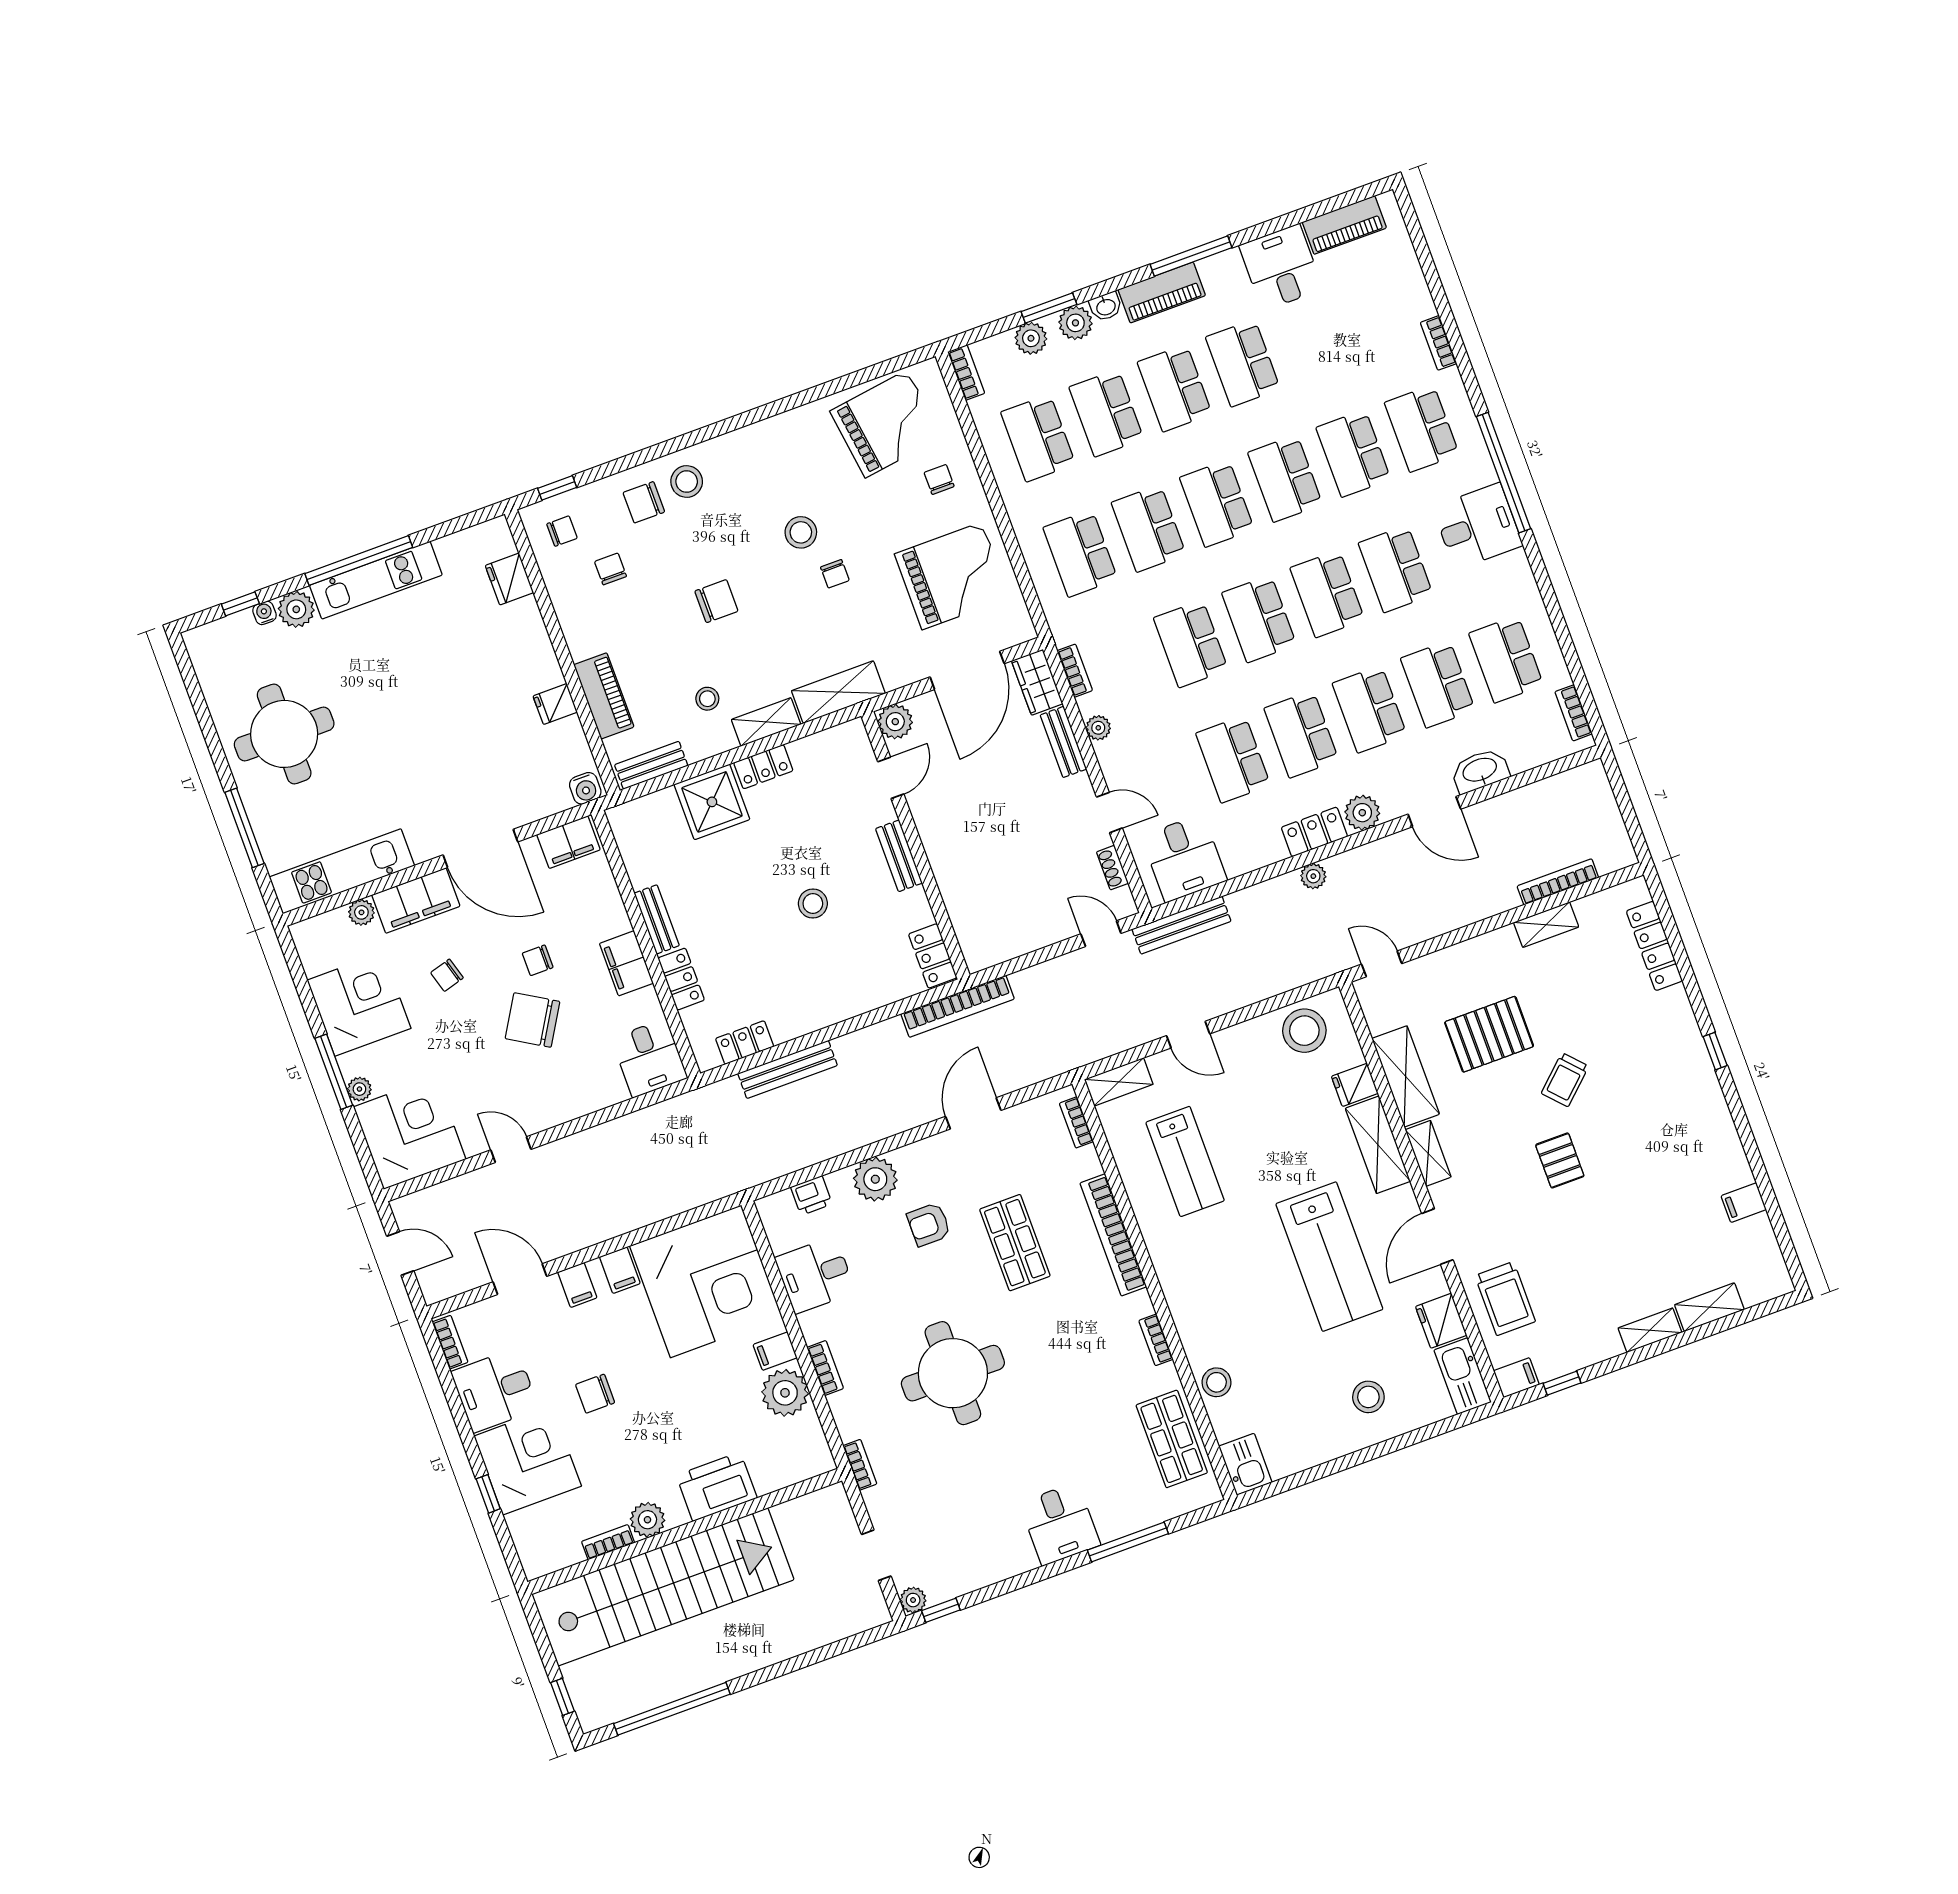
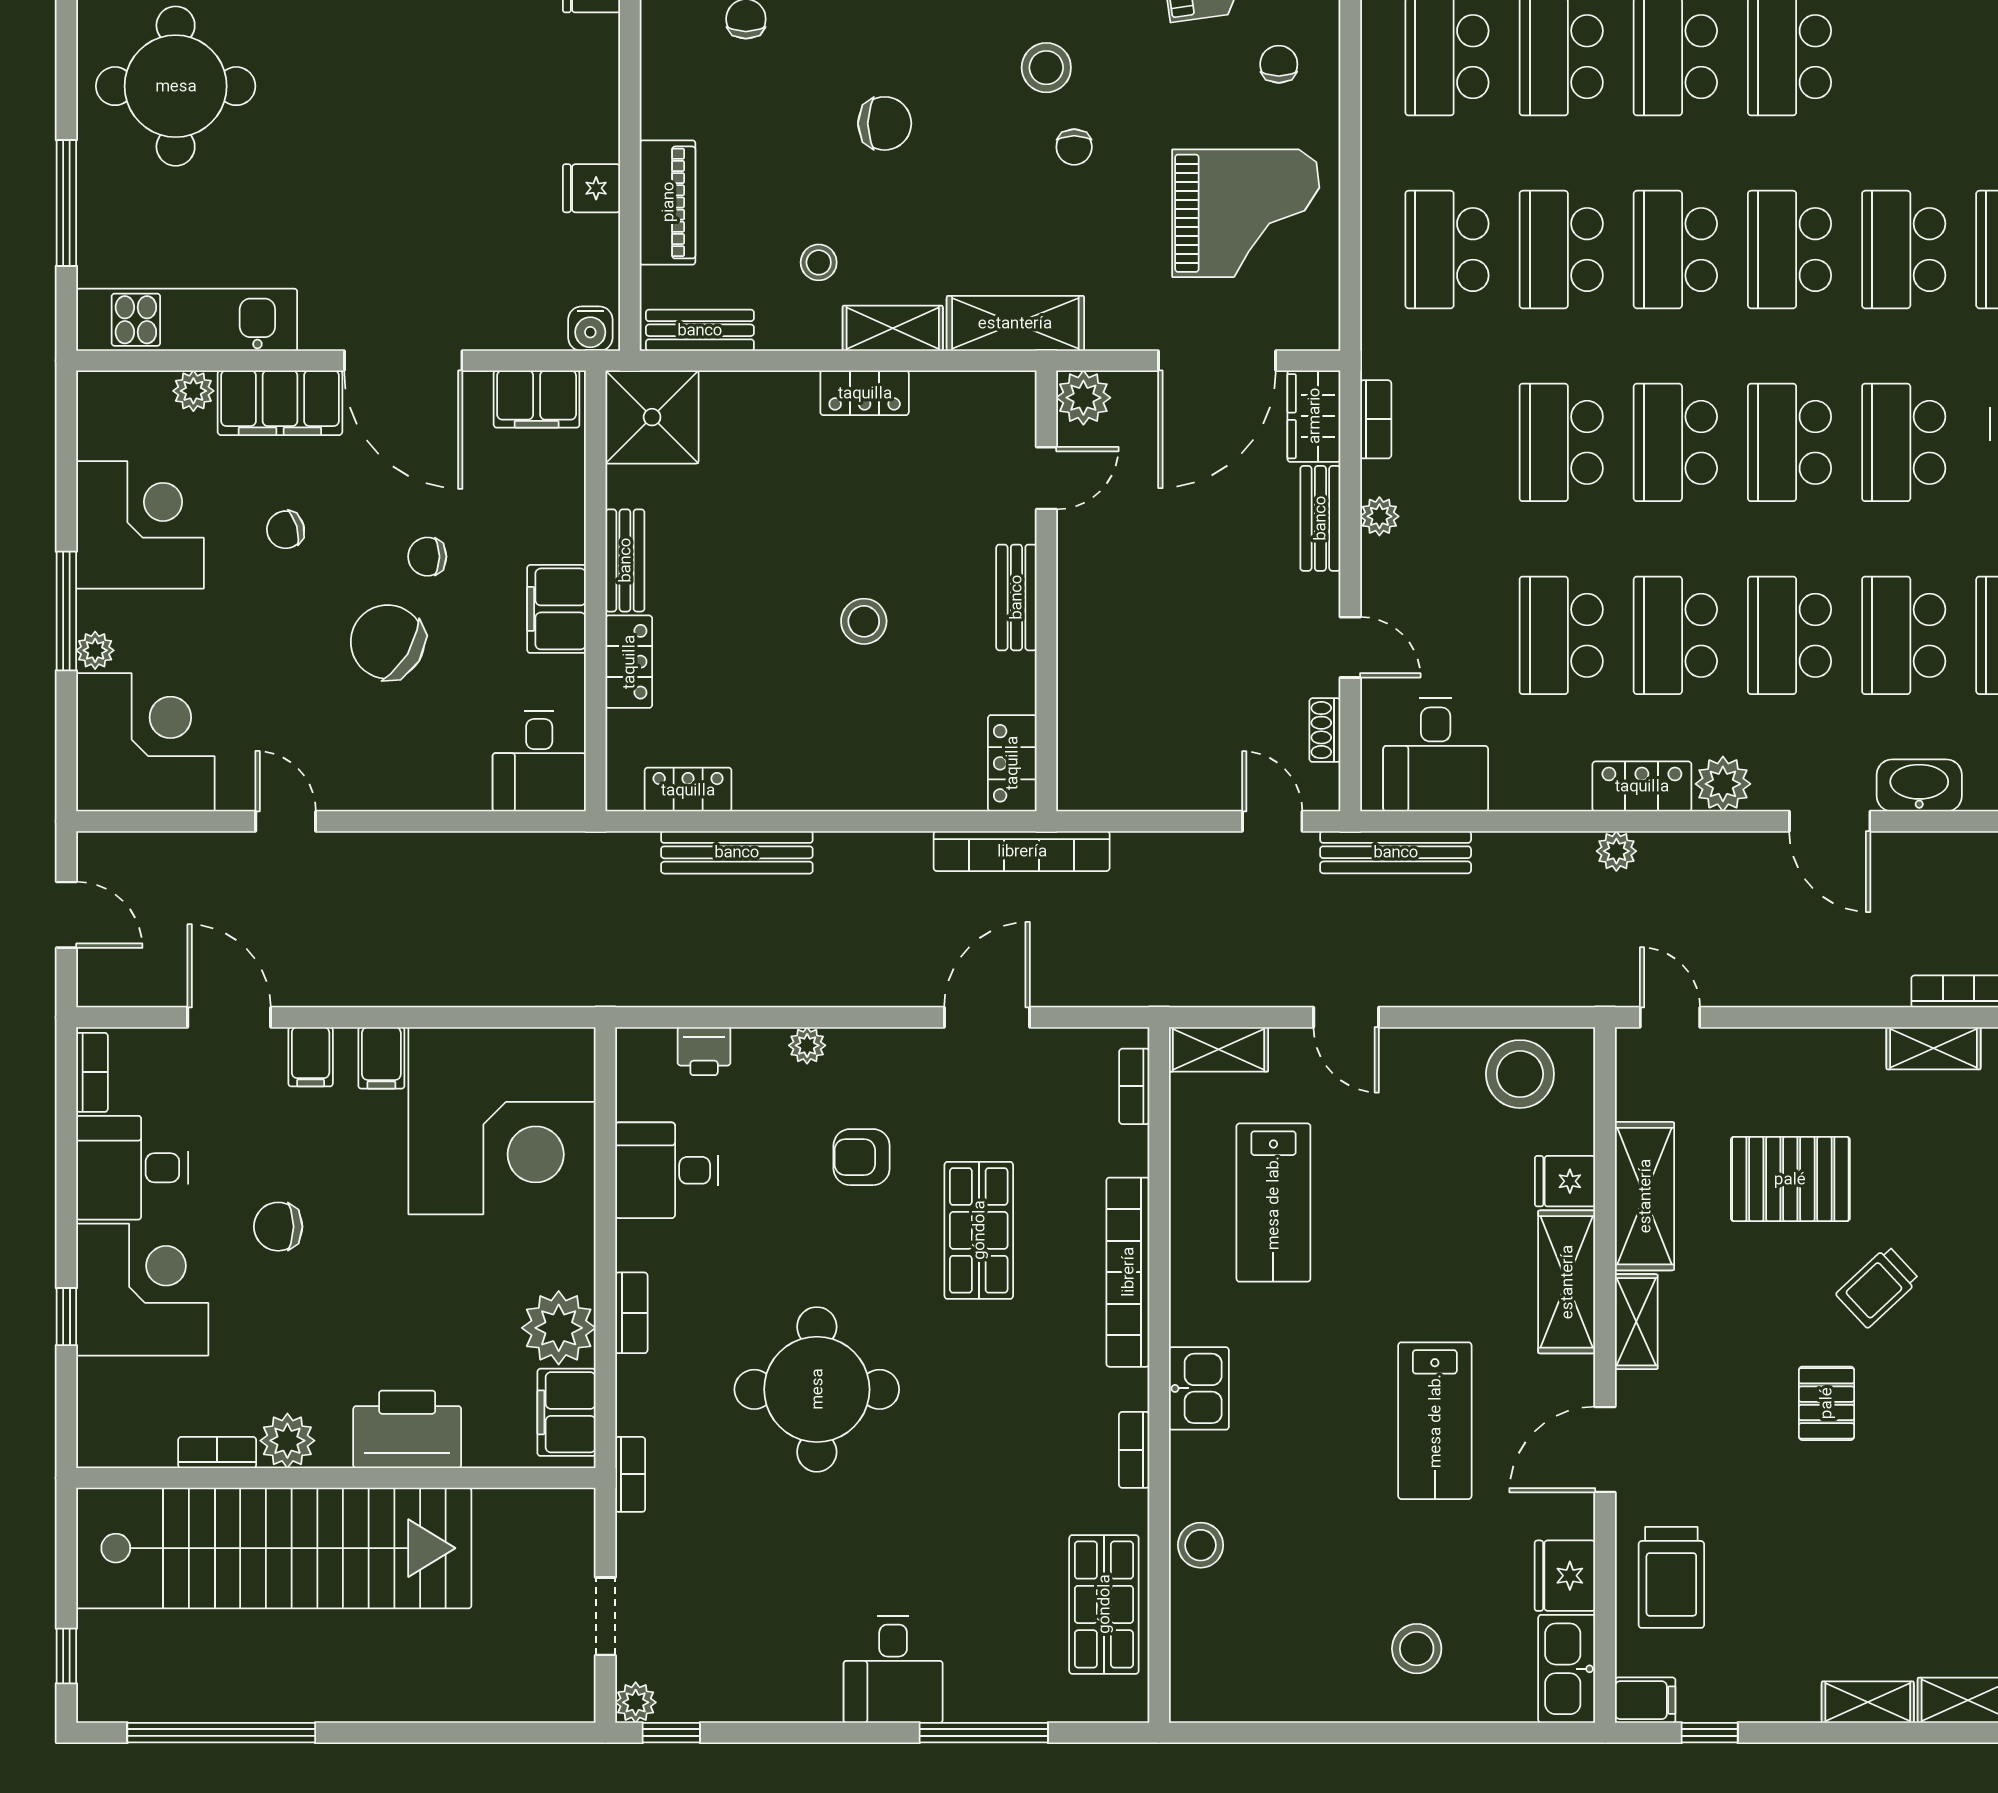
shower: (712, 802) -> (652, 417), moved
plant: (875, 1179) -> (807, 1045), width x0.53, depth x0.53
lab bench: (1329, 1257) -> (1435, 1421), width x0.73, depth x0.72
filing cabinet: (775, 1351) -> (567, 1412), moved, width x2.00
kitchen sink: (1245, 1464) -> (1199, 1388), moved

